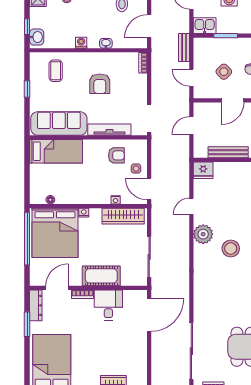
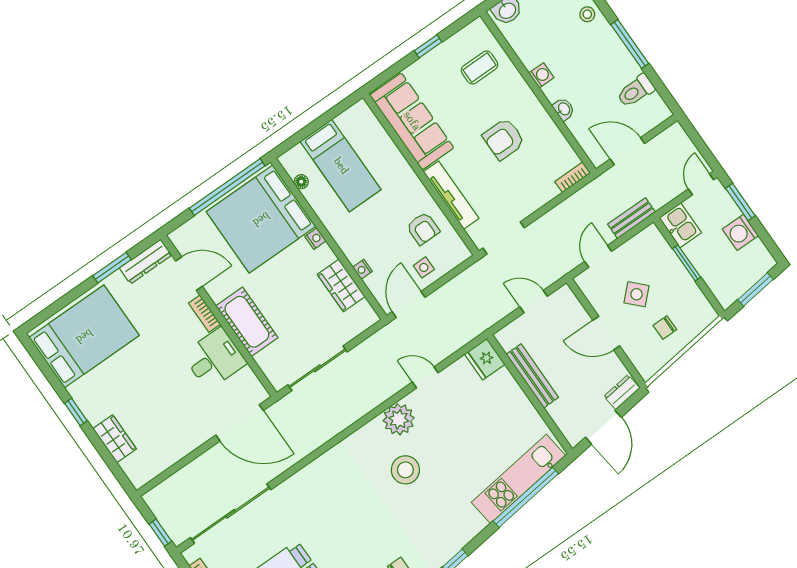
bed: (56, 151) -> (341, 166), moved
wardrobe: (123, 216) -> (341, 286), width x0.67

